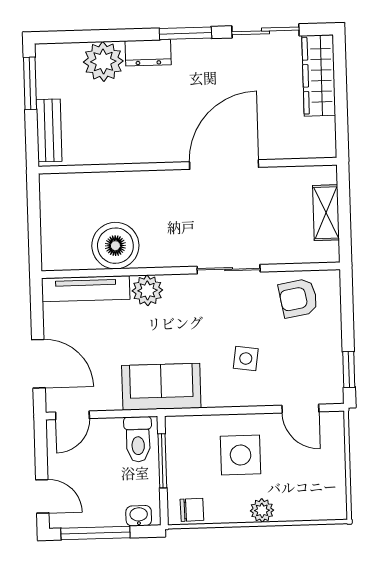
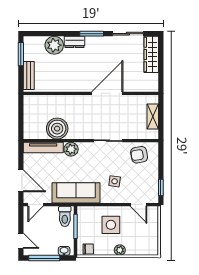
sofa: (161, 387) -> (76, 193), width x1.36

